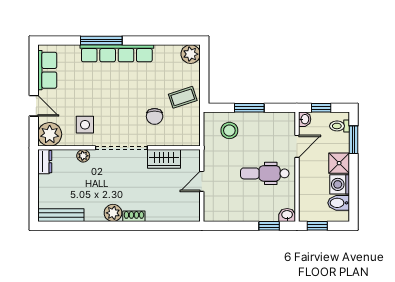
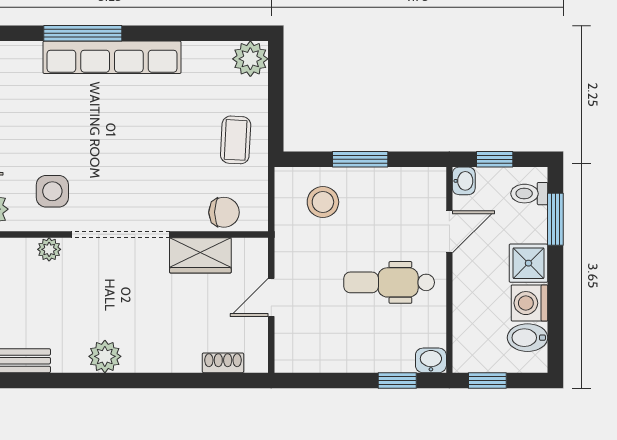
coffee table: (183, 97) -> (236, 140), turned -69
chair: (155, 116) -> (224, 212), moved, turned -90
shoe rack: (134, 216) -> (223, 363), moved

